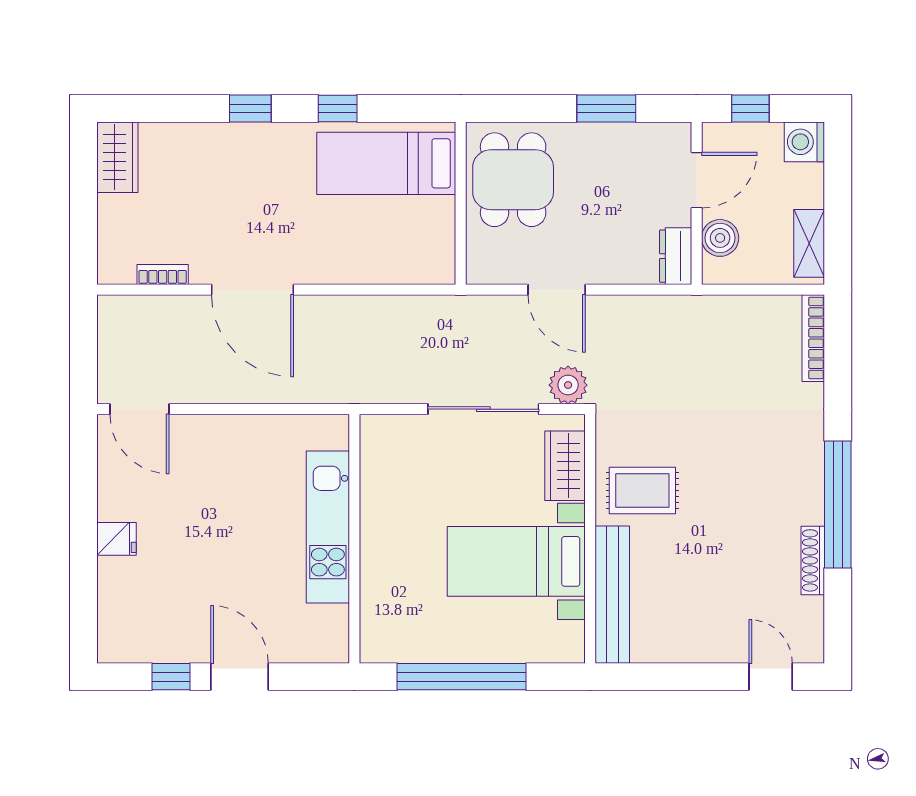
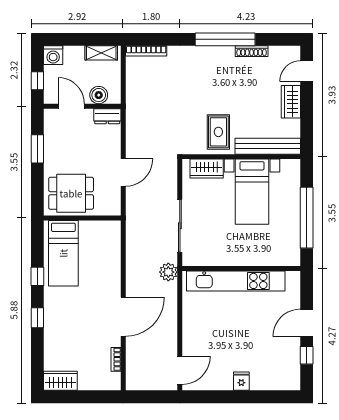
plant: (568, 385) -> (168, 272), moved
sliding door: (483, 409) -> (180, 226), moved
kitchen unit: (328, 527) -> (236, 281), width x1.36
wardrobe: (706, 643) -> (291, 102), added

